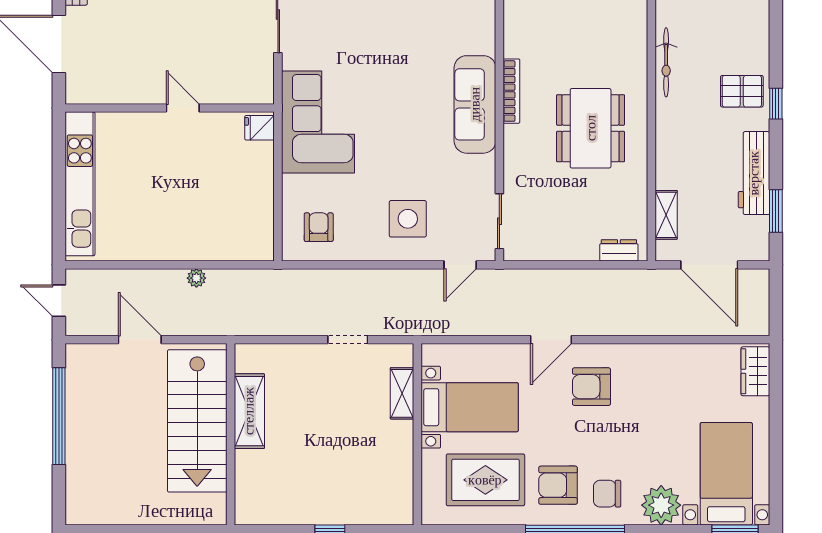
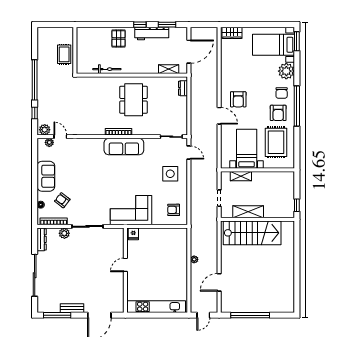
window: (776, 104) -> (140, 25), moved
dining table: (591, 128) -> (134, 100), turned 90
shelving: (249, 411) -> (248, 212), moved
stairs: (197, 421) -> (252, 233), moved
wall: (231, 434) -> (257, 219), moved

